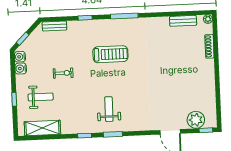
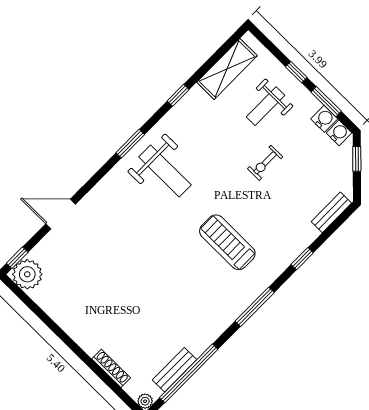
window: (178, 14) -> (189, 373), added
treadmill: (110, 54) -> (227, 242), turned 90
window: (13, 75) -> (326, 102), added
weight bench: (109, 109) -> (165, 171), width x1.36, depth x1.33
plant: (196, 120) -> (27, 274), moved
window: (85, 136) -> (178, 95), moved

